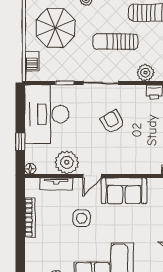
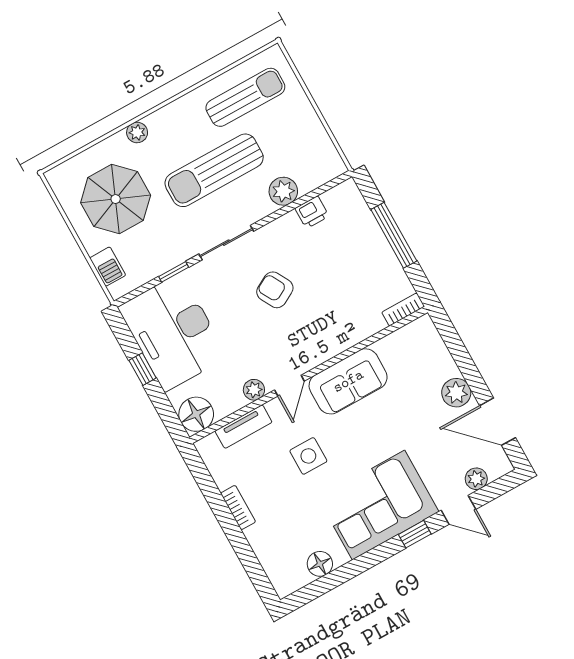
sun lounger: (115, 42) -> (214, 170), width x1.36, depth x1.34
window: (20, 142) -> (143, 369), moved
plant: (67, 162) -> (254, 390), width x0.53, depth x0.53
floor lamp: (30, 169) -> (196, 414), width x1.89, depth x1.89
bookcase: (30, 218) -> (238, 508), width x0.64

